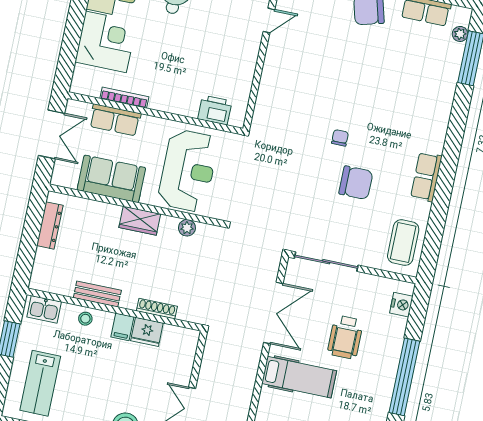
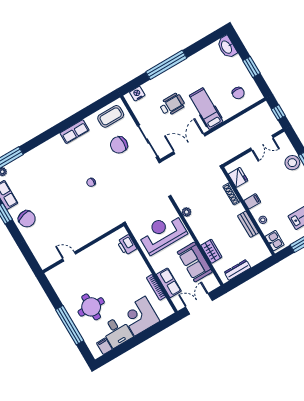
chair: (356, 183) -> (119, 145), moved, turned -90
wardrobe: (140, 221) -> (211, 251), moved
fridge: (147, 332) -> (238, 177), moved

